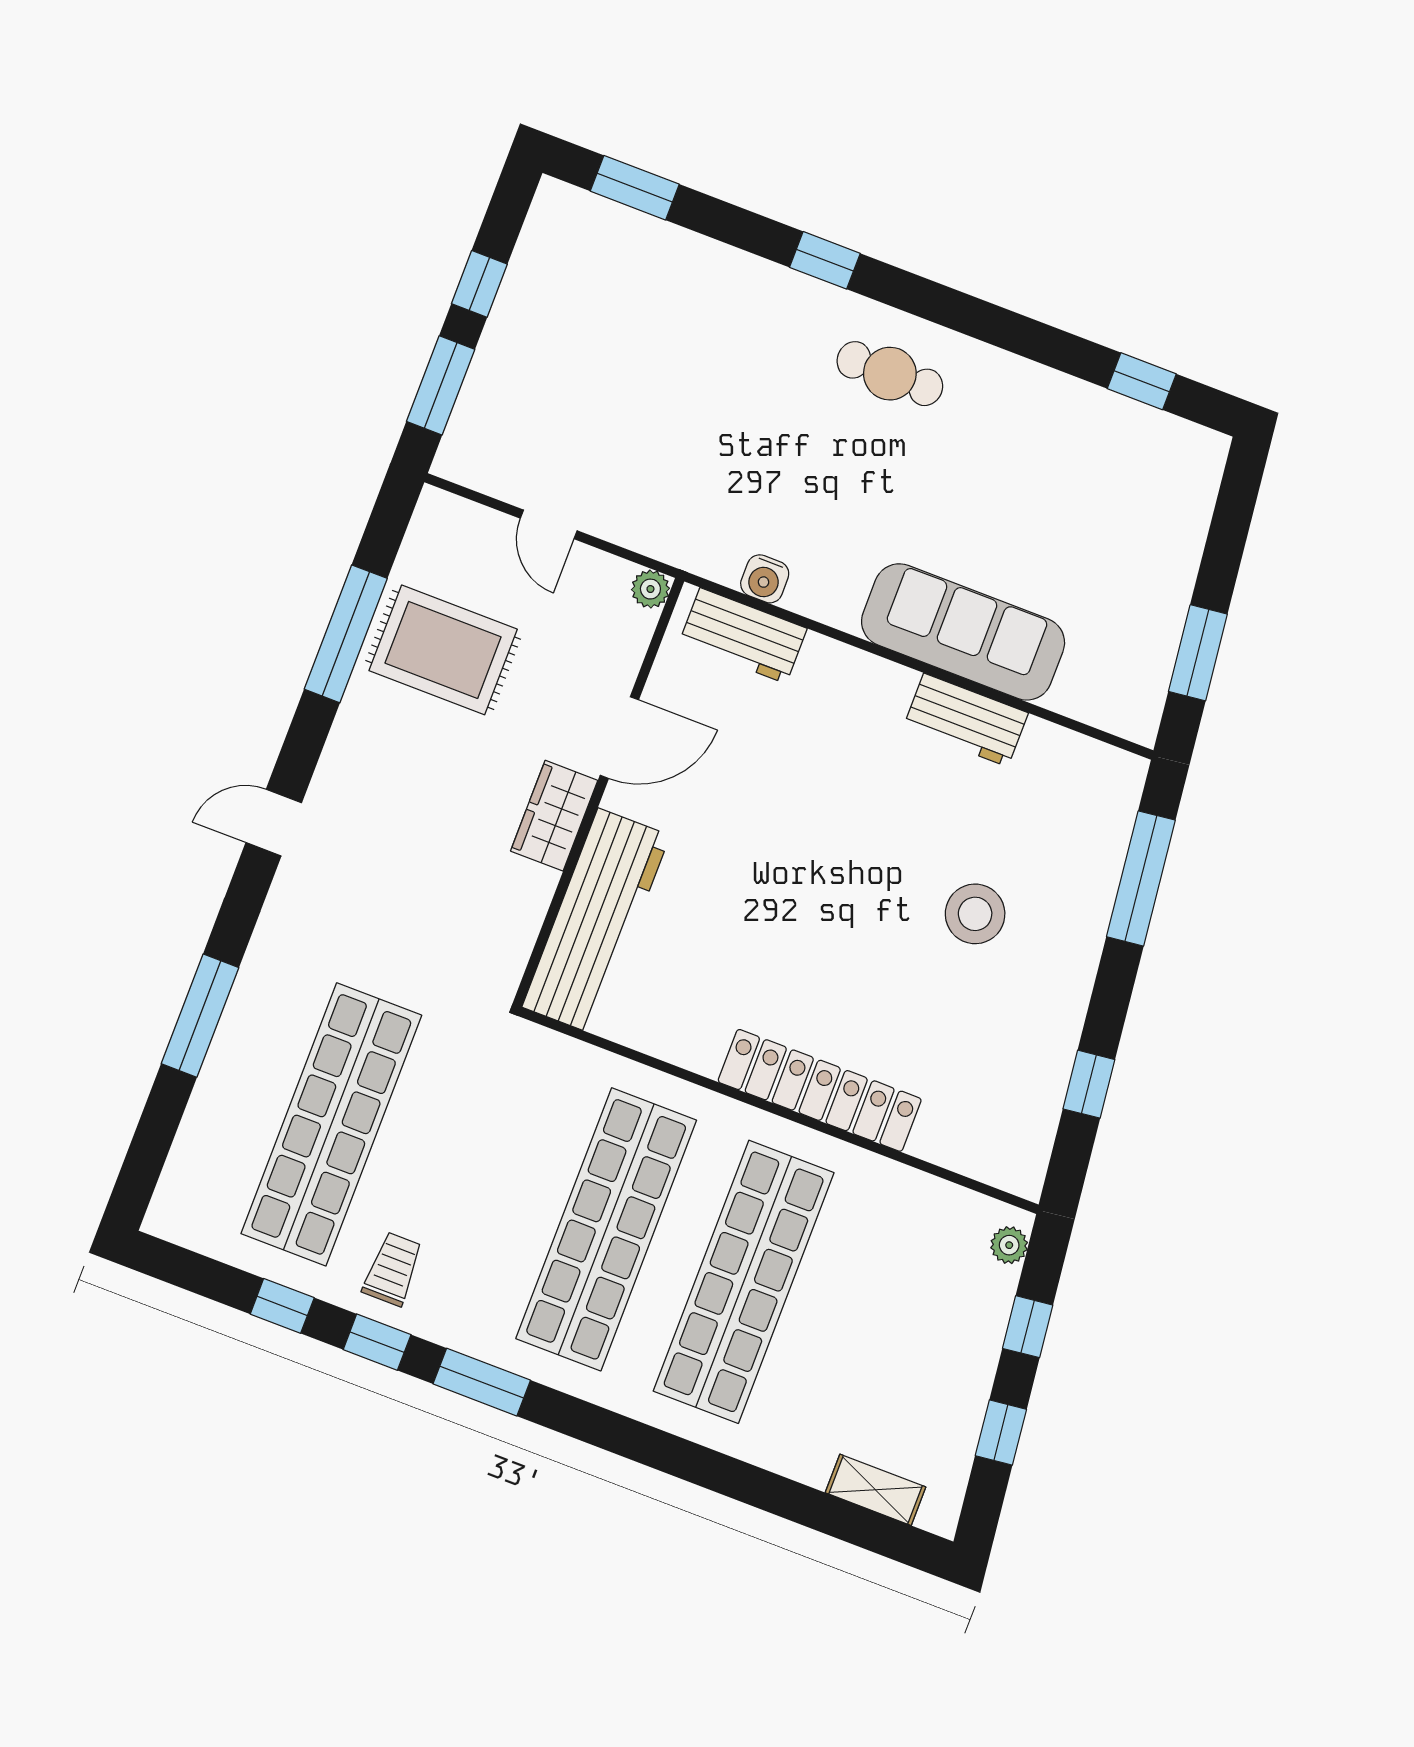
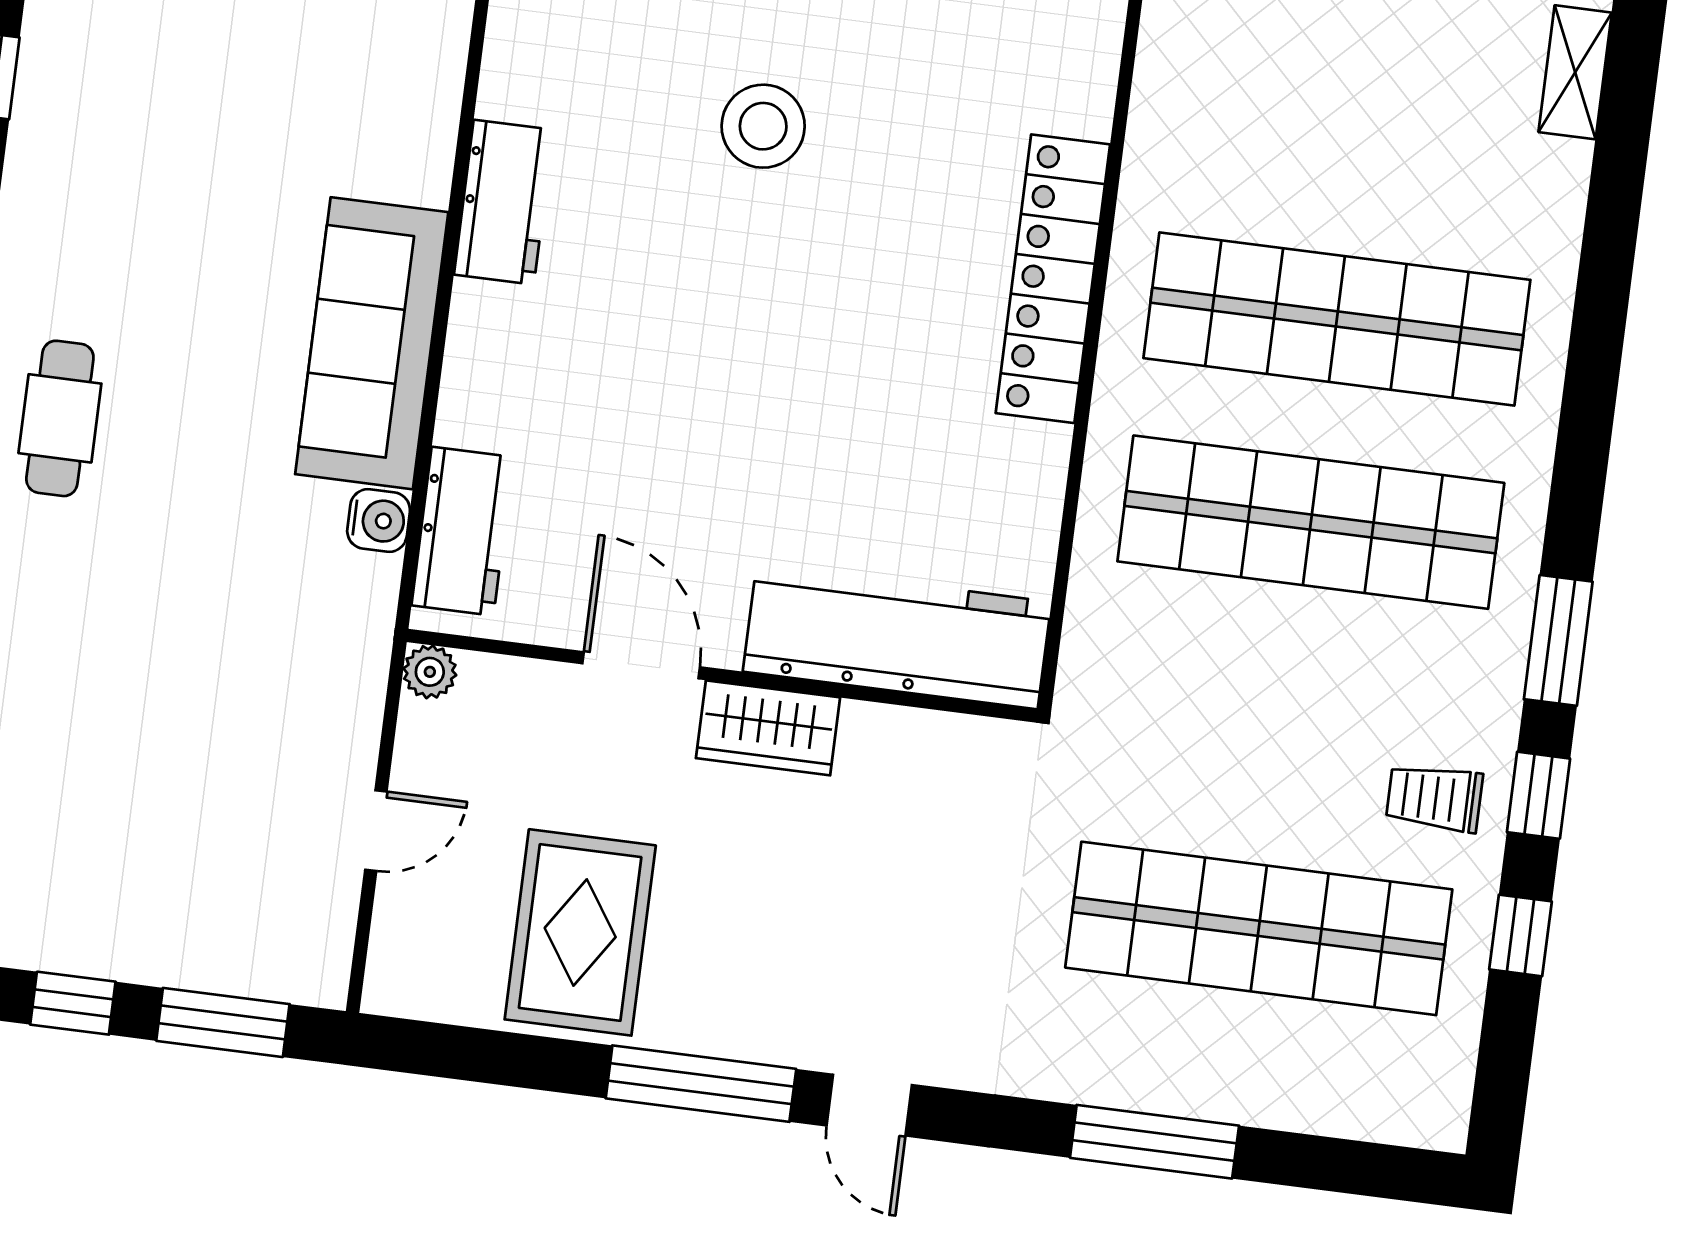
sofa: (963, 632) -> (372, 343), moved
window: (346, 634) -> (701, 1084), moved

